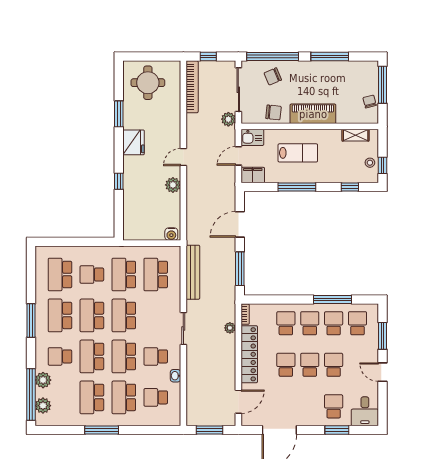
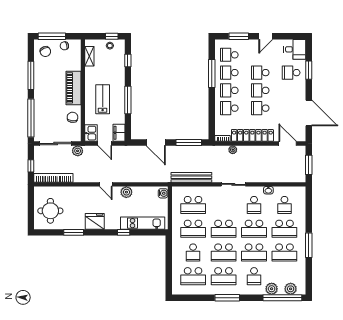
chair: (273, 76) -> (45, 51), moved
kitchen unit: (131, 207) -> (143, 223), added

